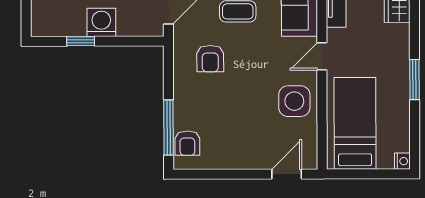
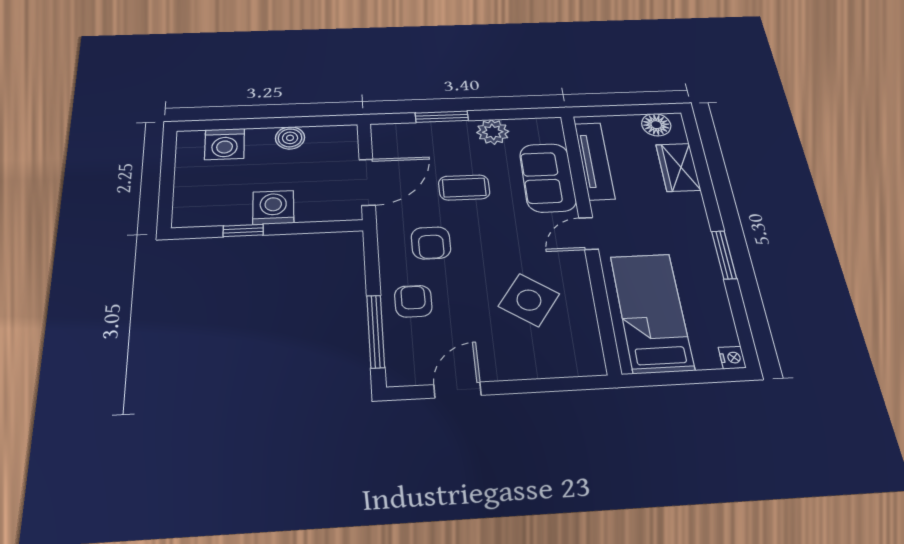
side table: (294, 101) -> (529, 300), moved, turned 35
armchair: (187, 143) -> (413, 301), moved, turned 180
door: (287, 174) -> (457, 390), moved

